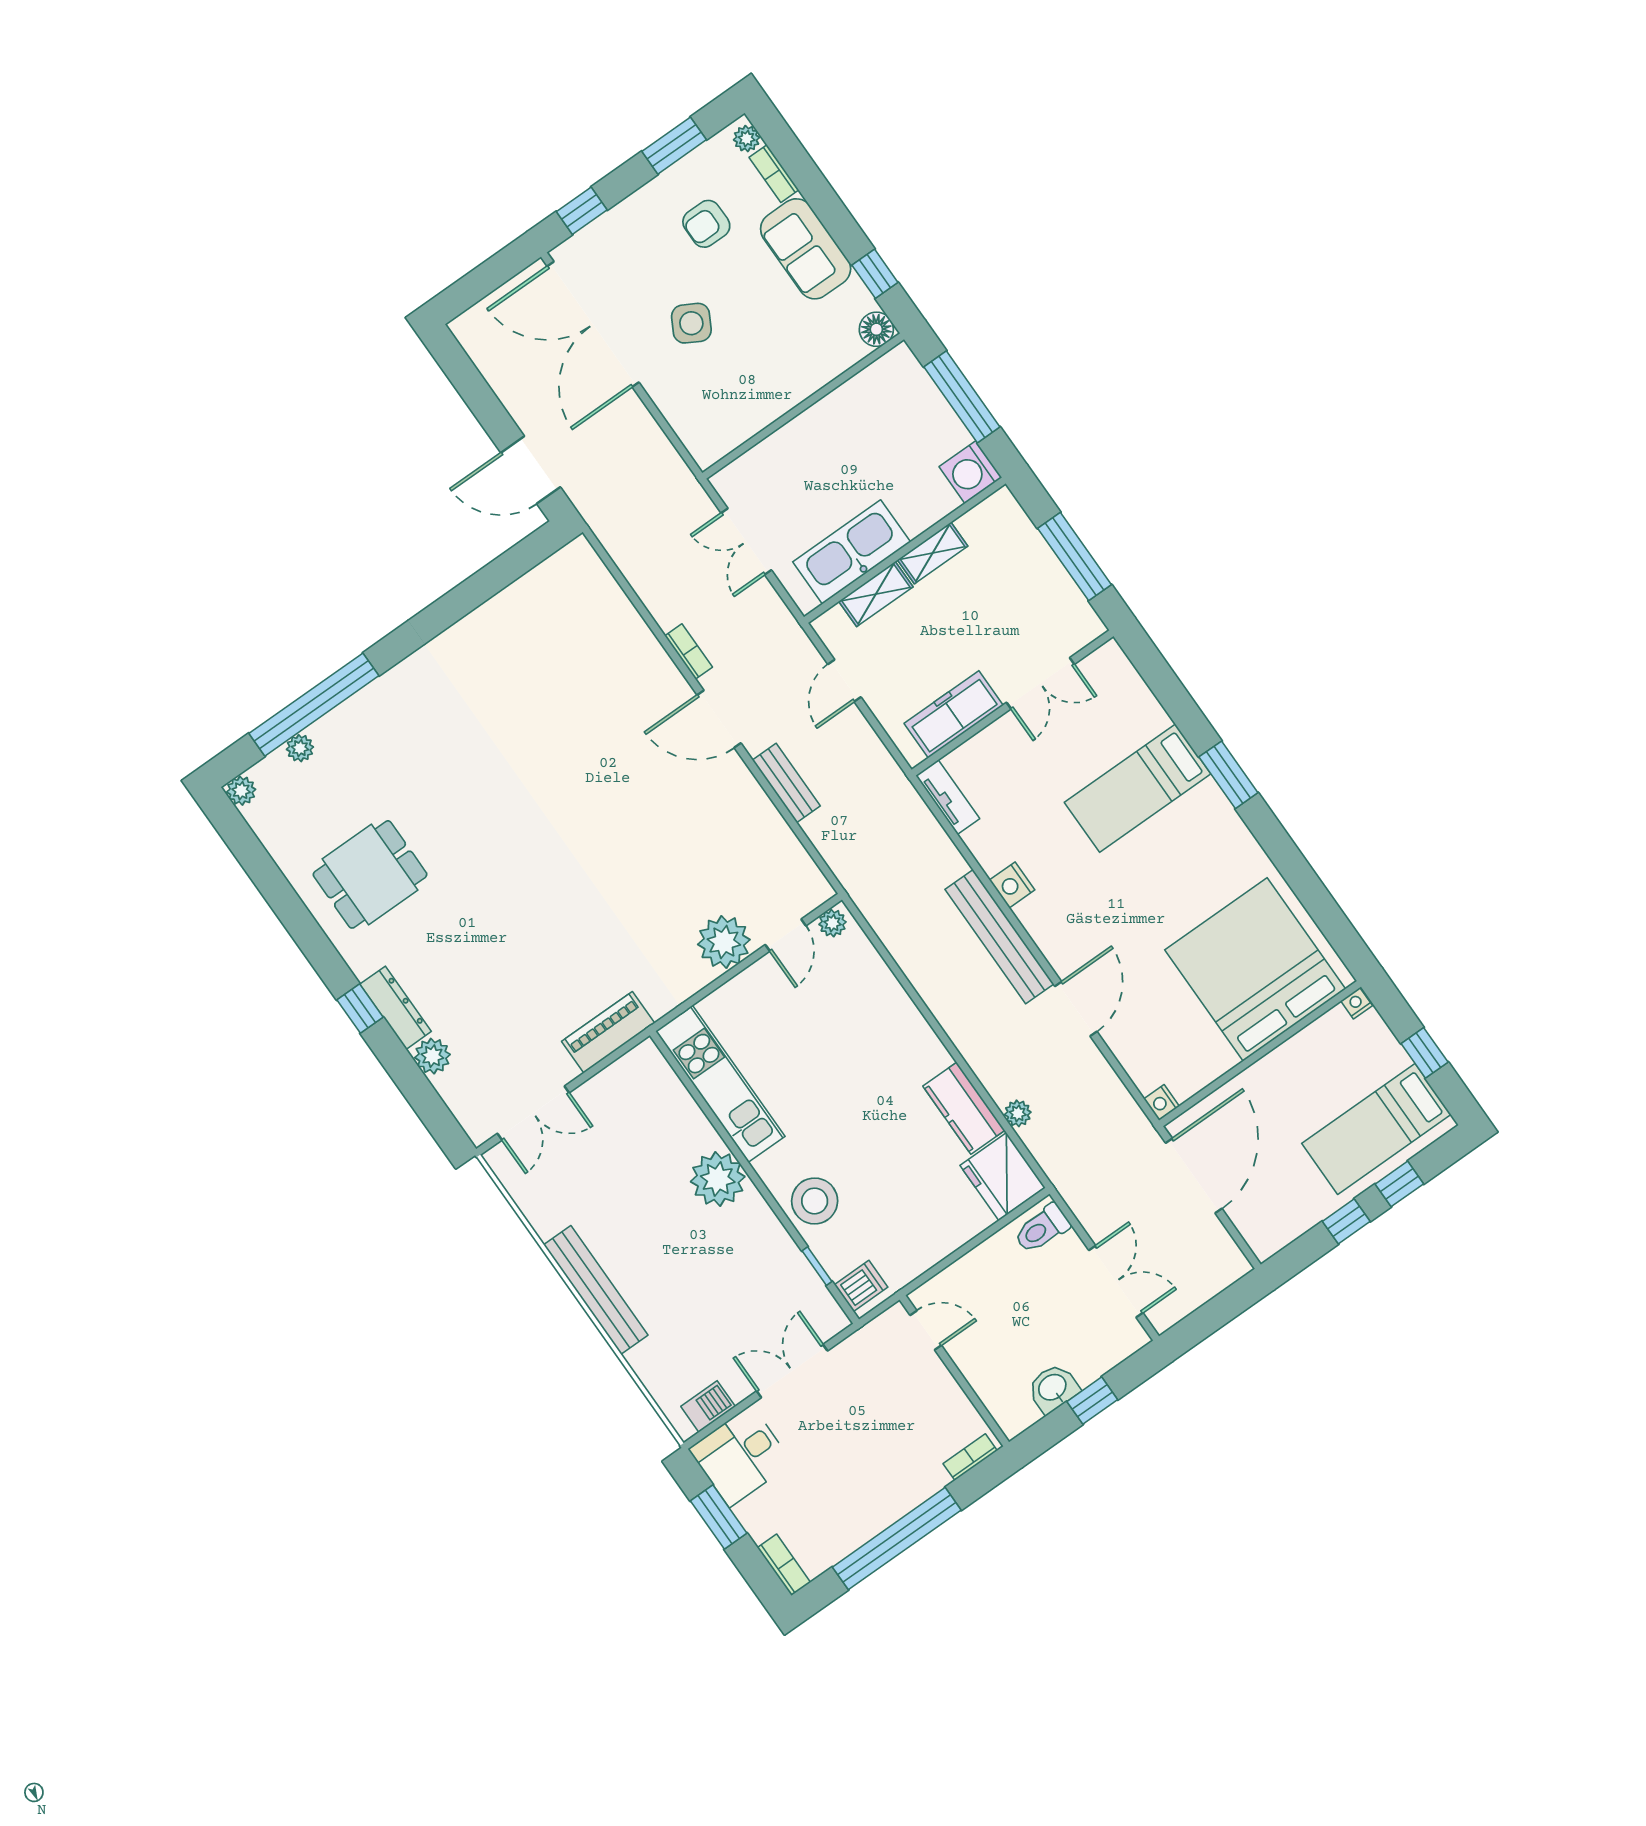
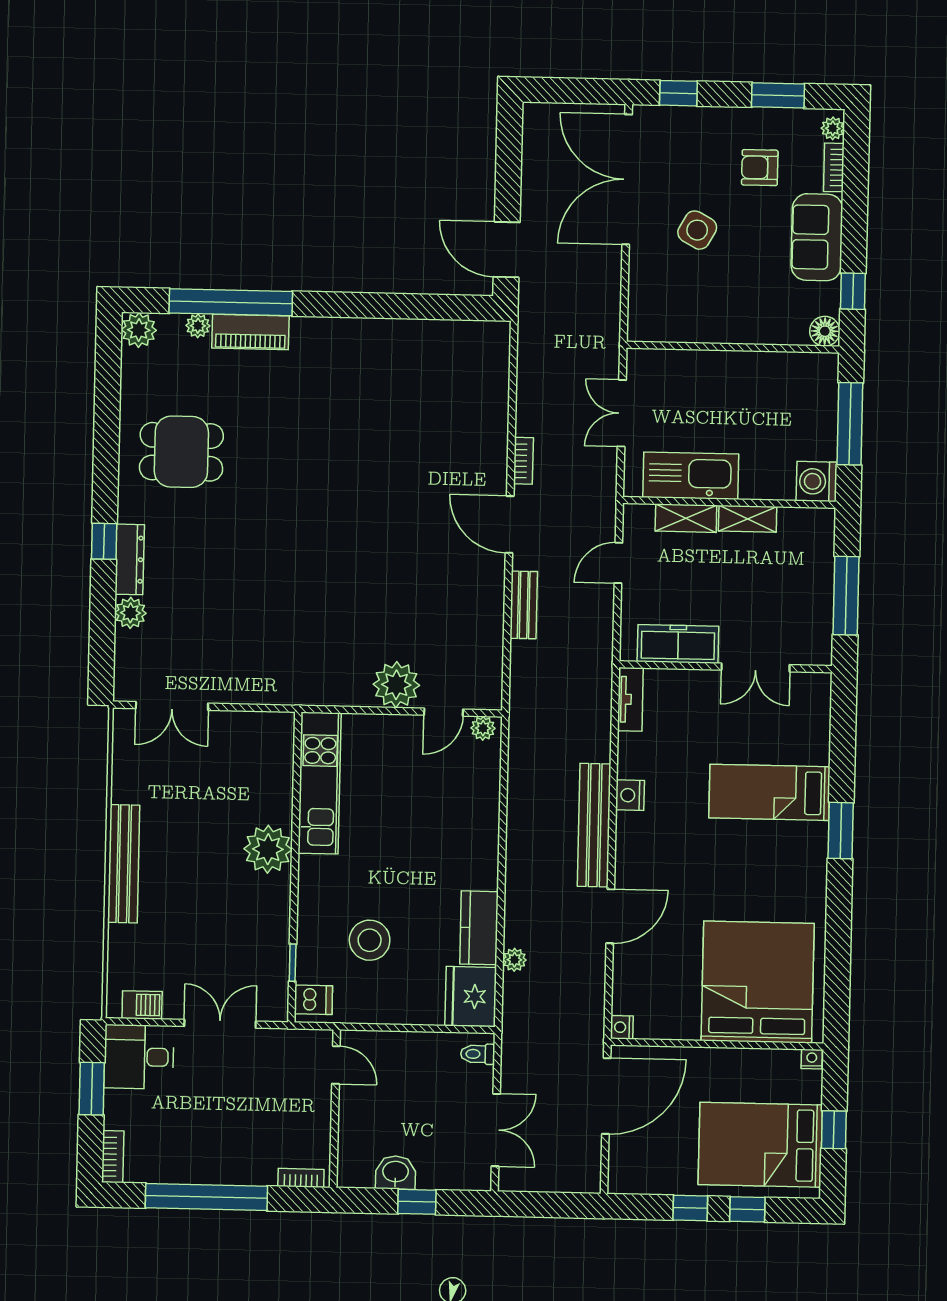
plant: (241, 791) -> (139, 330), width x1.38, depth x1.38
piano: (608, 1032) -> (250, 332), moved, turned 180
bed: (1376, 1129) -> (760, 1145), width x1.50
stool: (815, 1201) -> (370, 940), moved
toilet: (1042, 1229) -> (478, 1054), width x0.73, depth x0.72

